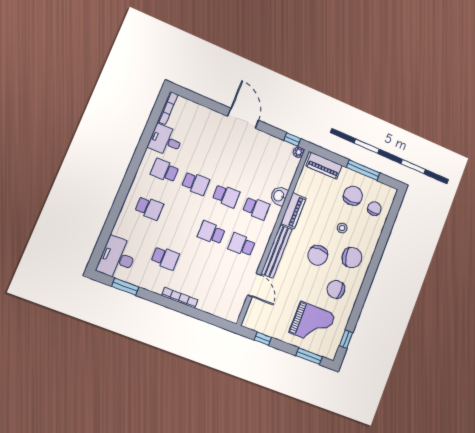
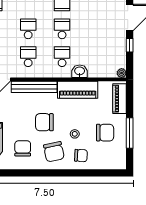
window: (292, 139) -> (130, 45), moved
school desk: (226, 196) -> (62, 29), turned 180
school desk: (256, 208) -> (62, 57), turned 180
chair: (374, 209) -> (81, 156), moved
piano: (293, 211) -> (78, 90), width x1.37, depth x1.33

